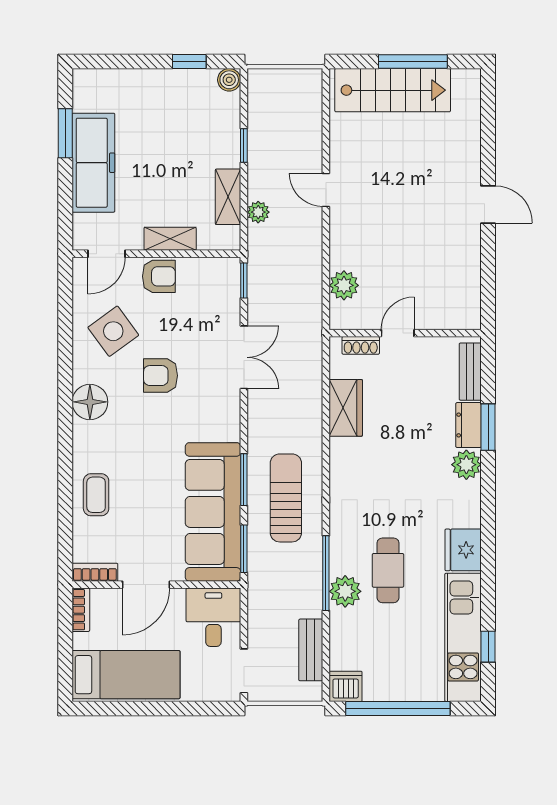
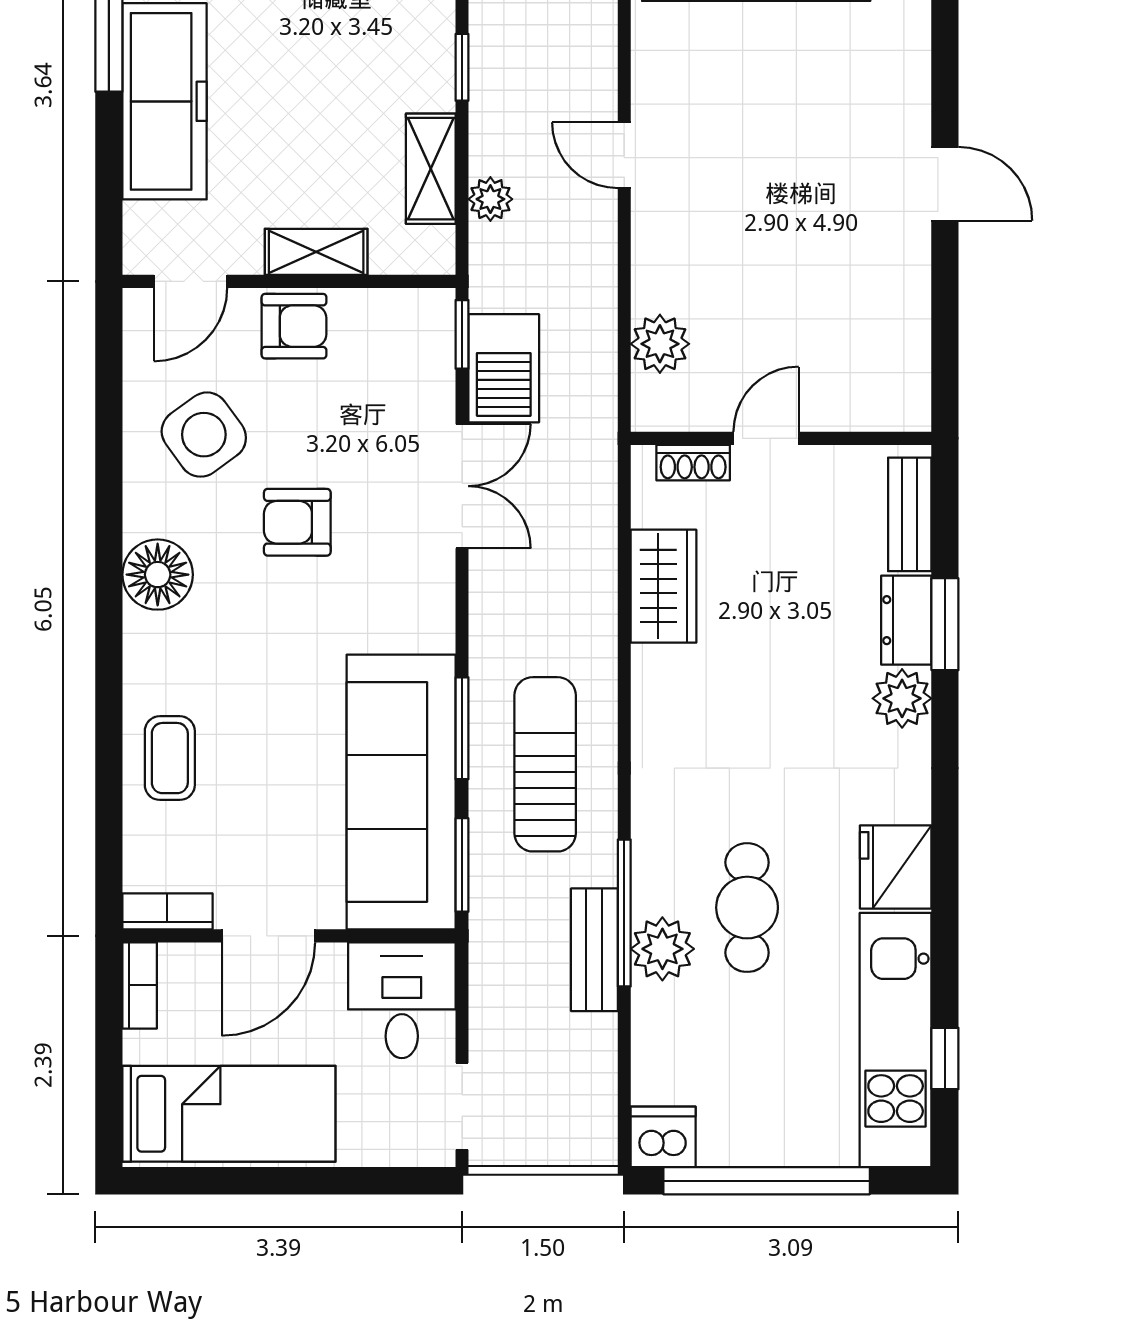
barbecue: (265, 298) -> (504, 368), added
bench: (311, 650) -> (594, 950), moved

